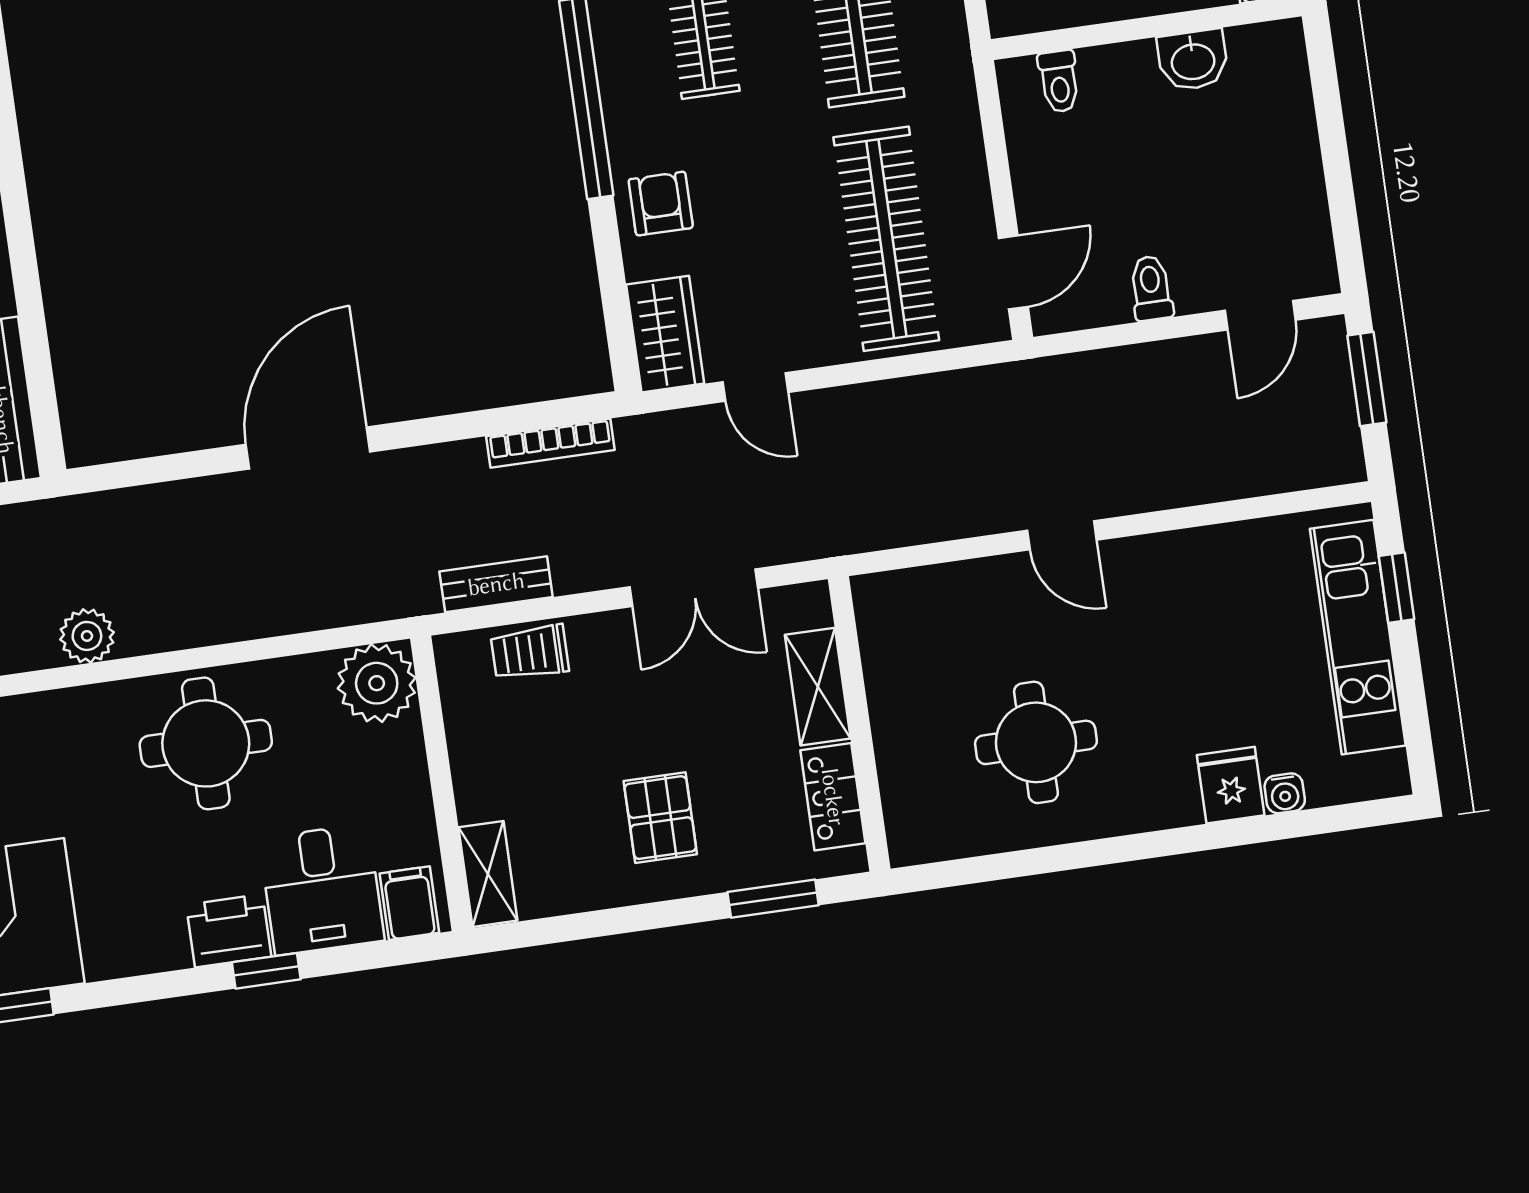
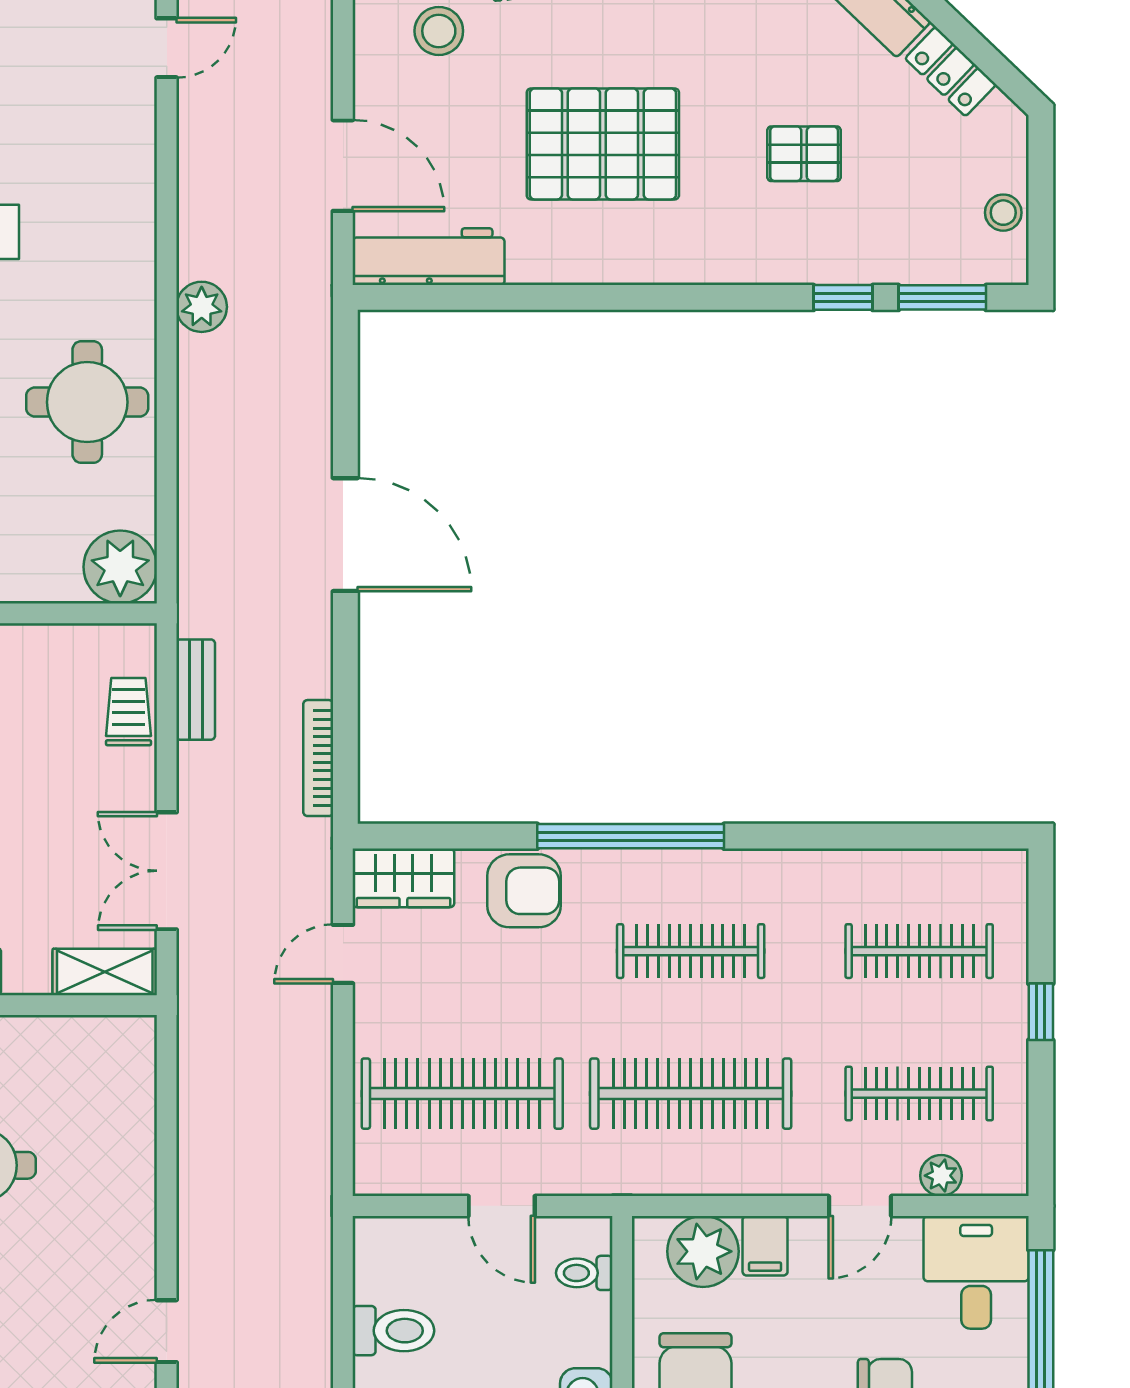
armchair: (661, 204) -> (524, 891), width x1.38, depth x1.38
door: (1013, 272) -> (502, 1206), moved
toilet: (1151, 288) -> (393, 1331), width x1.37, depth x1.39
door: (1062, 535) -> (167, 1331), moved
shelving: (818, 687) -> (105, 972), moved

